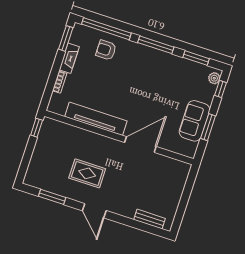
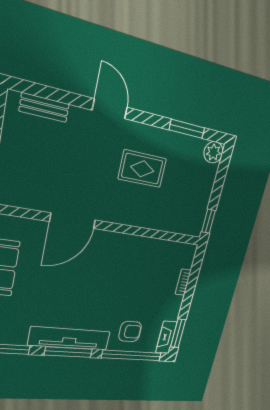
fireplace: (69, 58) -> (166, 337), moved
tv unit: (96, 119) -> (70, 338), moved, turned 180
plant: (32, 179) -> (213, 152), added
door: (94, 211) -> (110, 109), moved

